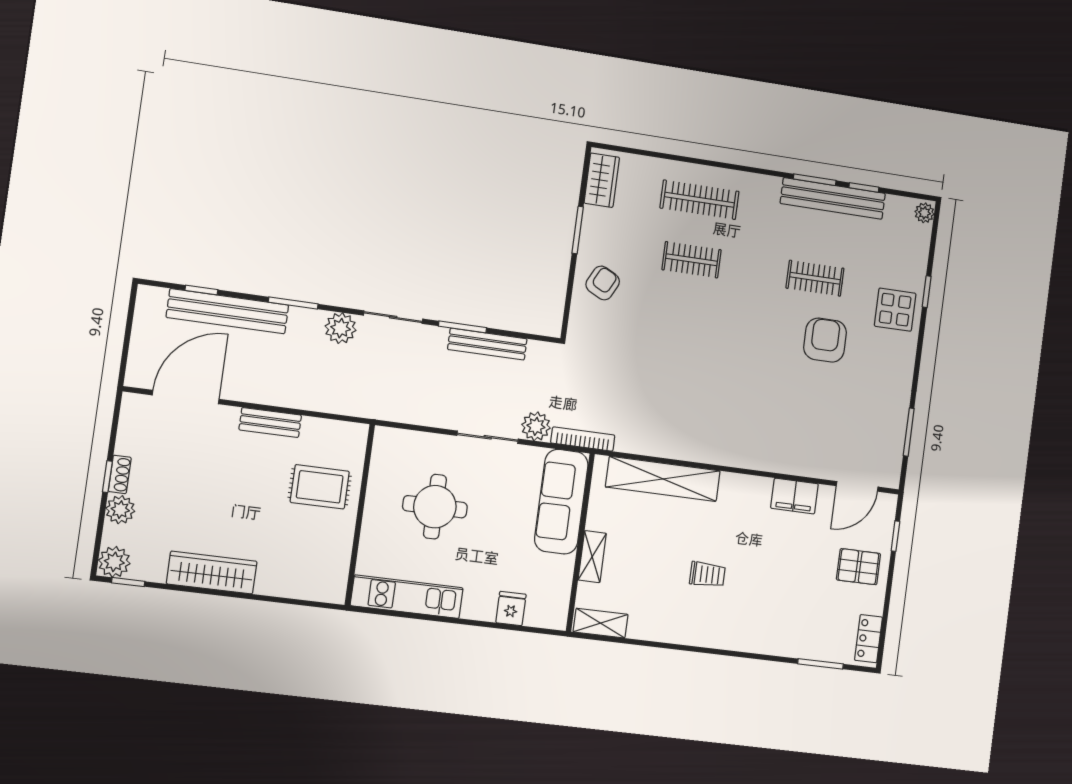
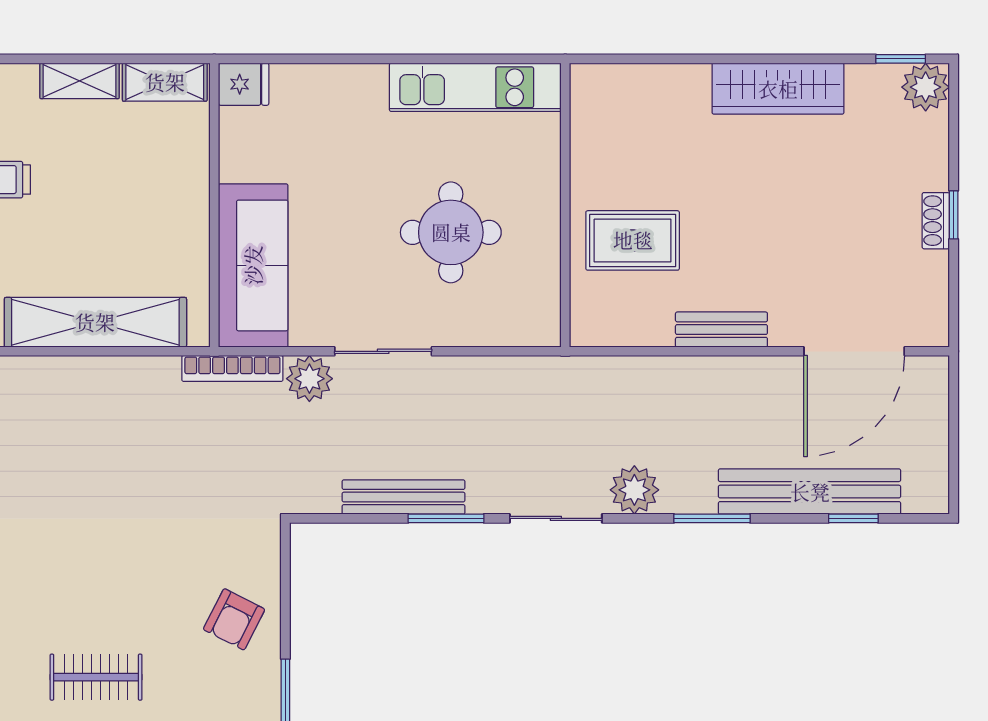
plant: (120, 510) -> (928, 167), removed
shelving: (592, 557) -> (80, 81), moved, turned 90
fridge: (511, 609) -> (244, 84), moved, turned -90

